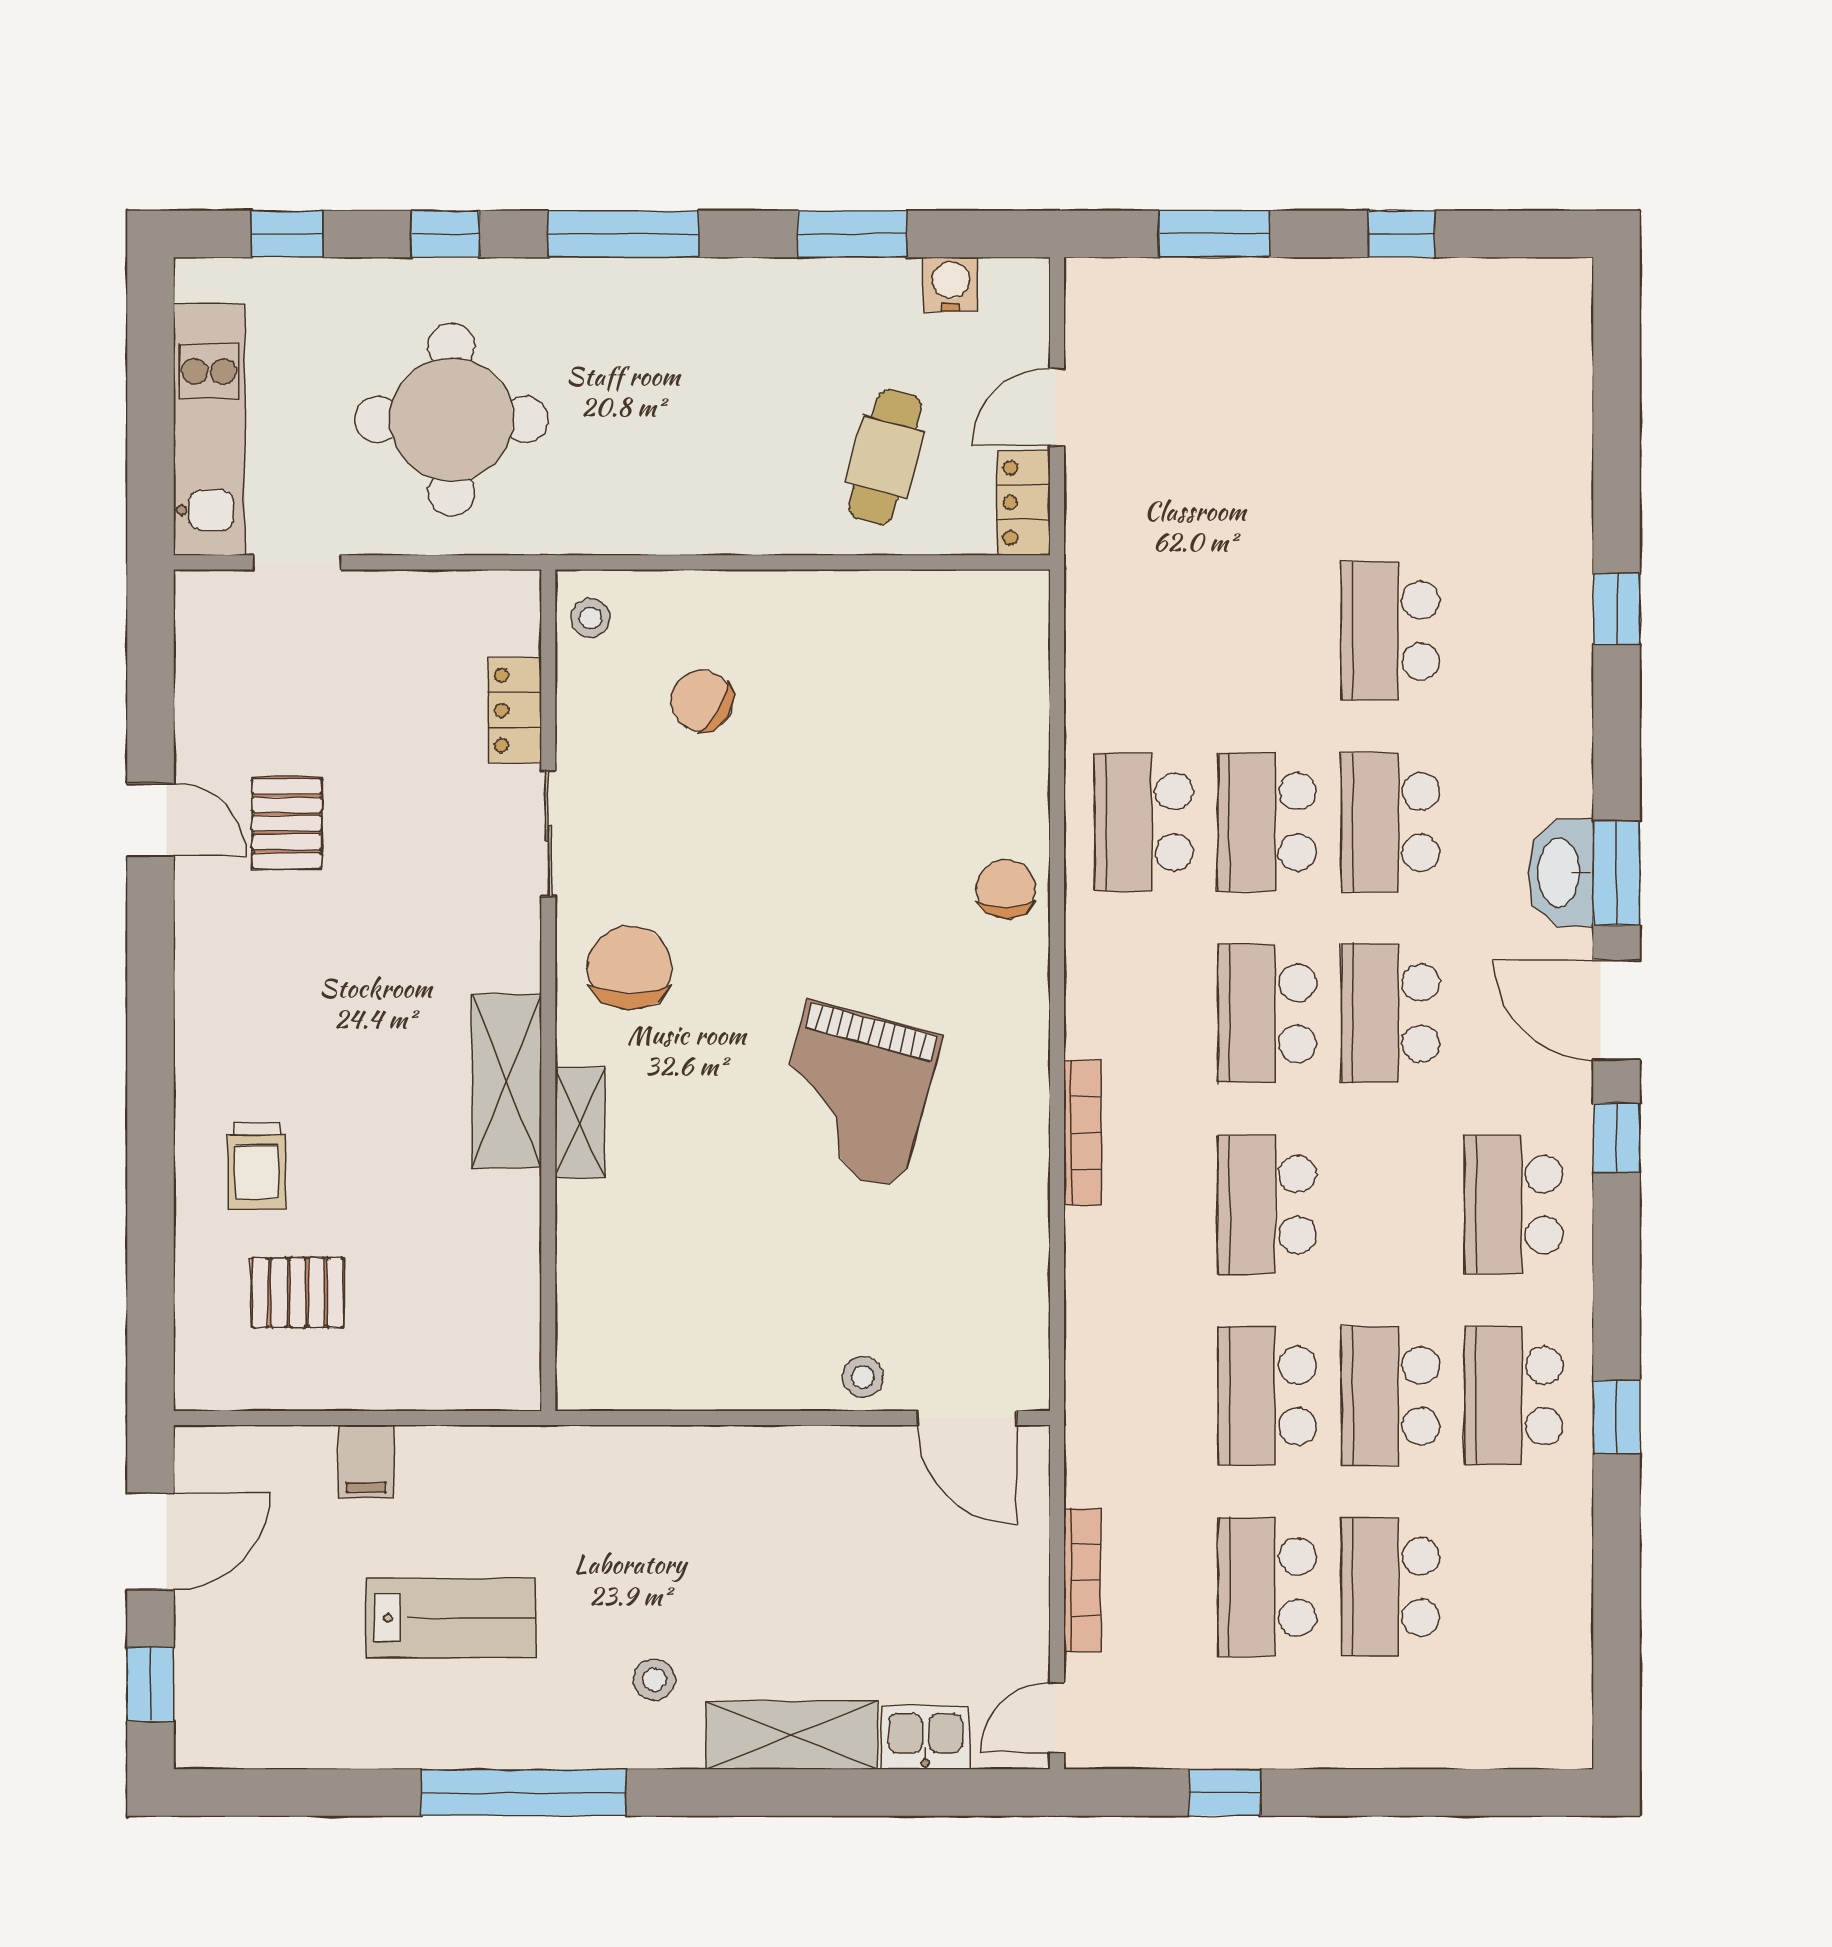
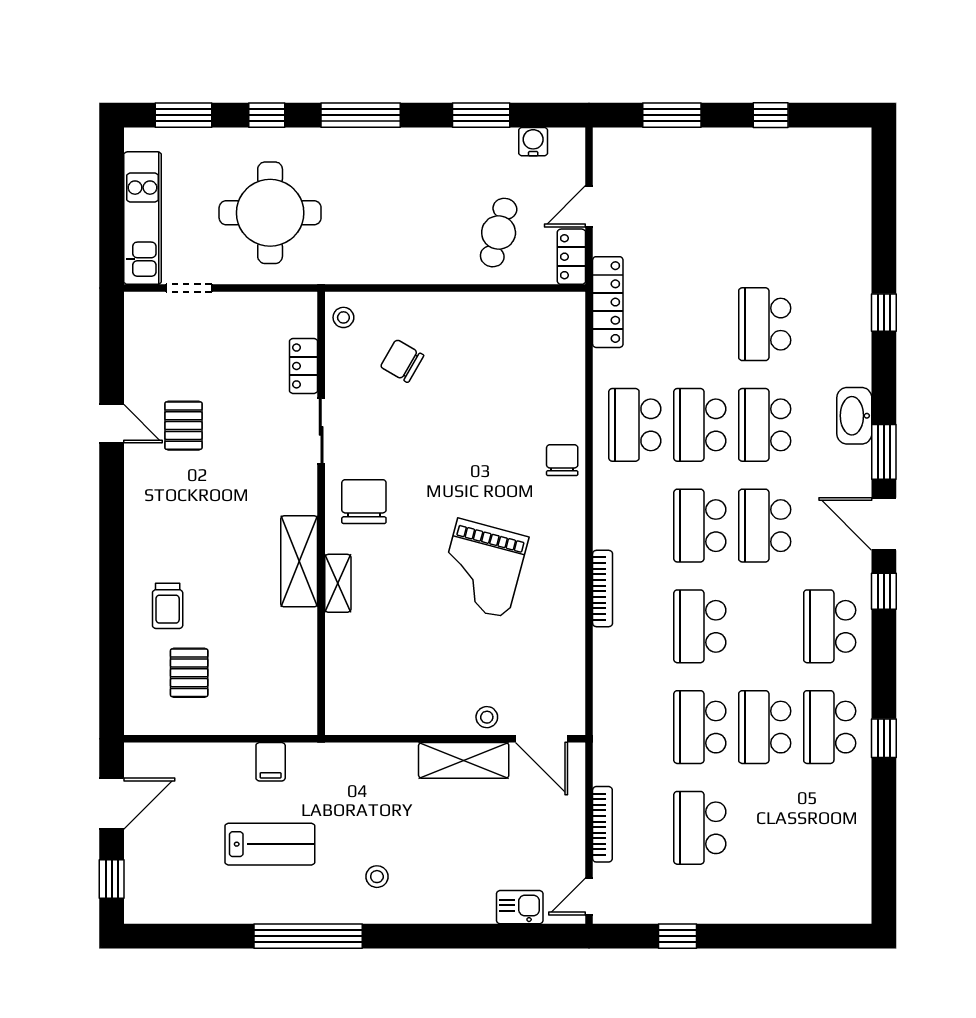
window: (287, 234) -> (183, 115), width x1.50
locker: (1093, 589) -> (608, 302), added
washbasin: (1561, 873) -> (854, 416), moved
pallet: (298, 1293) -> (189, 673), turned 90
filing cabinet: (366, 1462) -> (271, 762), moved
school desk: (1390, 1587) -> (765, 828), removed
shelving: (791, 1735) -> (464, 760), moved

